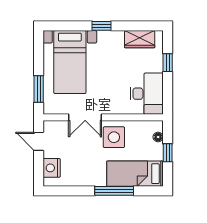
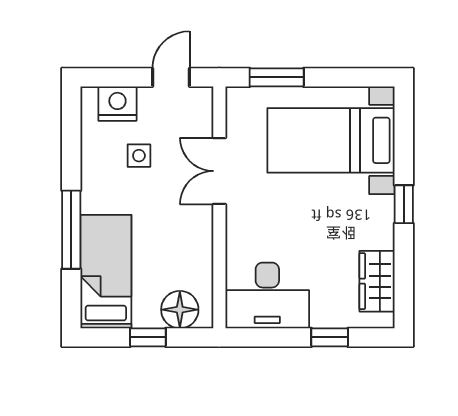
side table: (114, 137) -> (139, 156), moved, width x0.54, depth x0.54
floor lamp: (158, 137) -> (180, 310), width x1.89, depth x1.89

